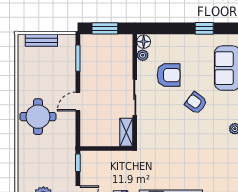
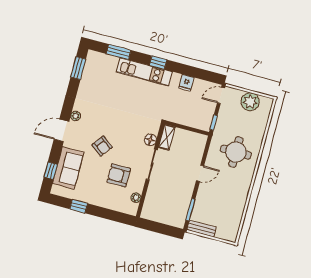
window: (105, 28) -> (161, 228), removed
bench: (41, 40) -> (202, 229), moved
floor lamp: (144, 42) -> (150, 140), moved
round table: (38, 117) -> (236, 152), moved

